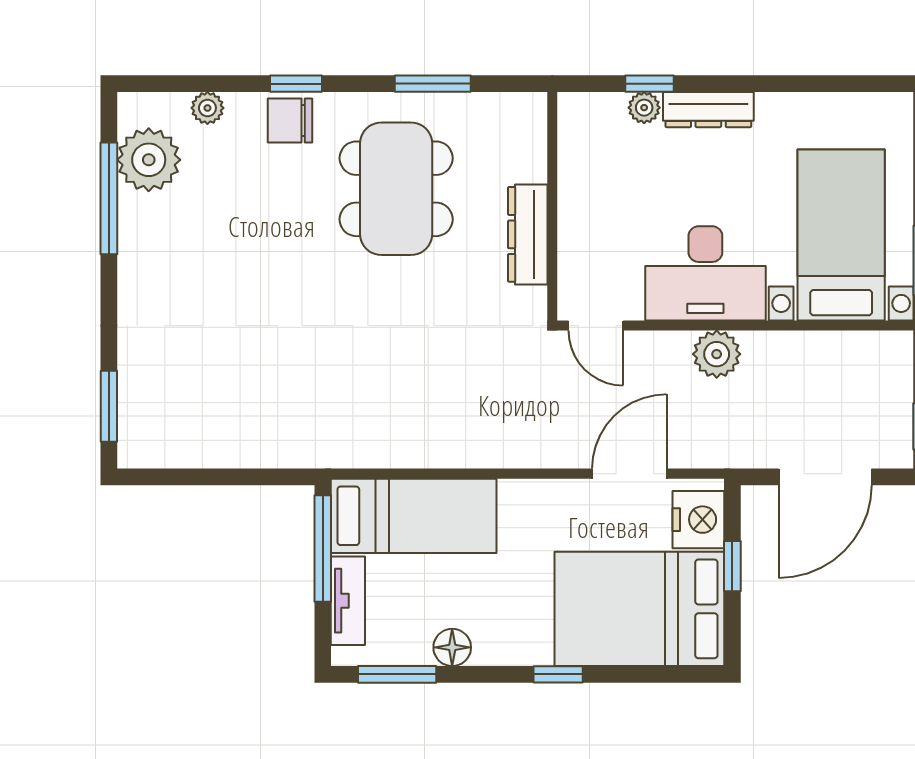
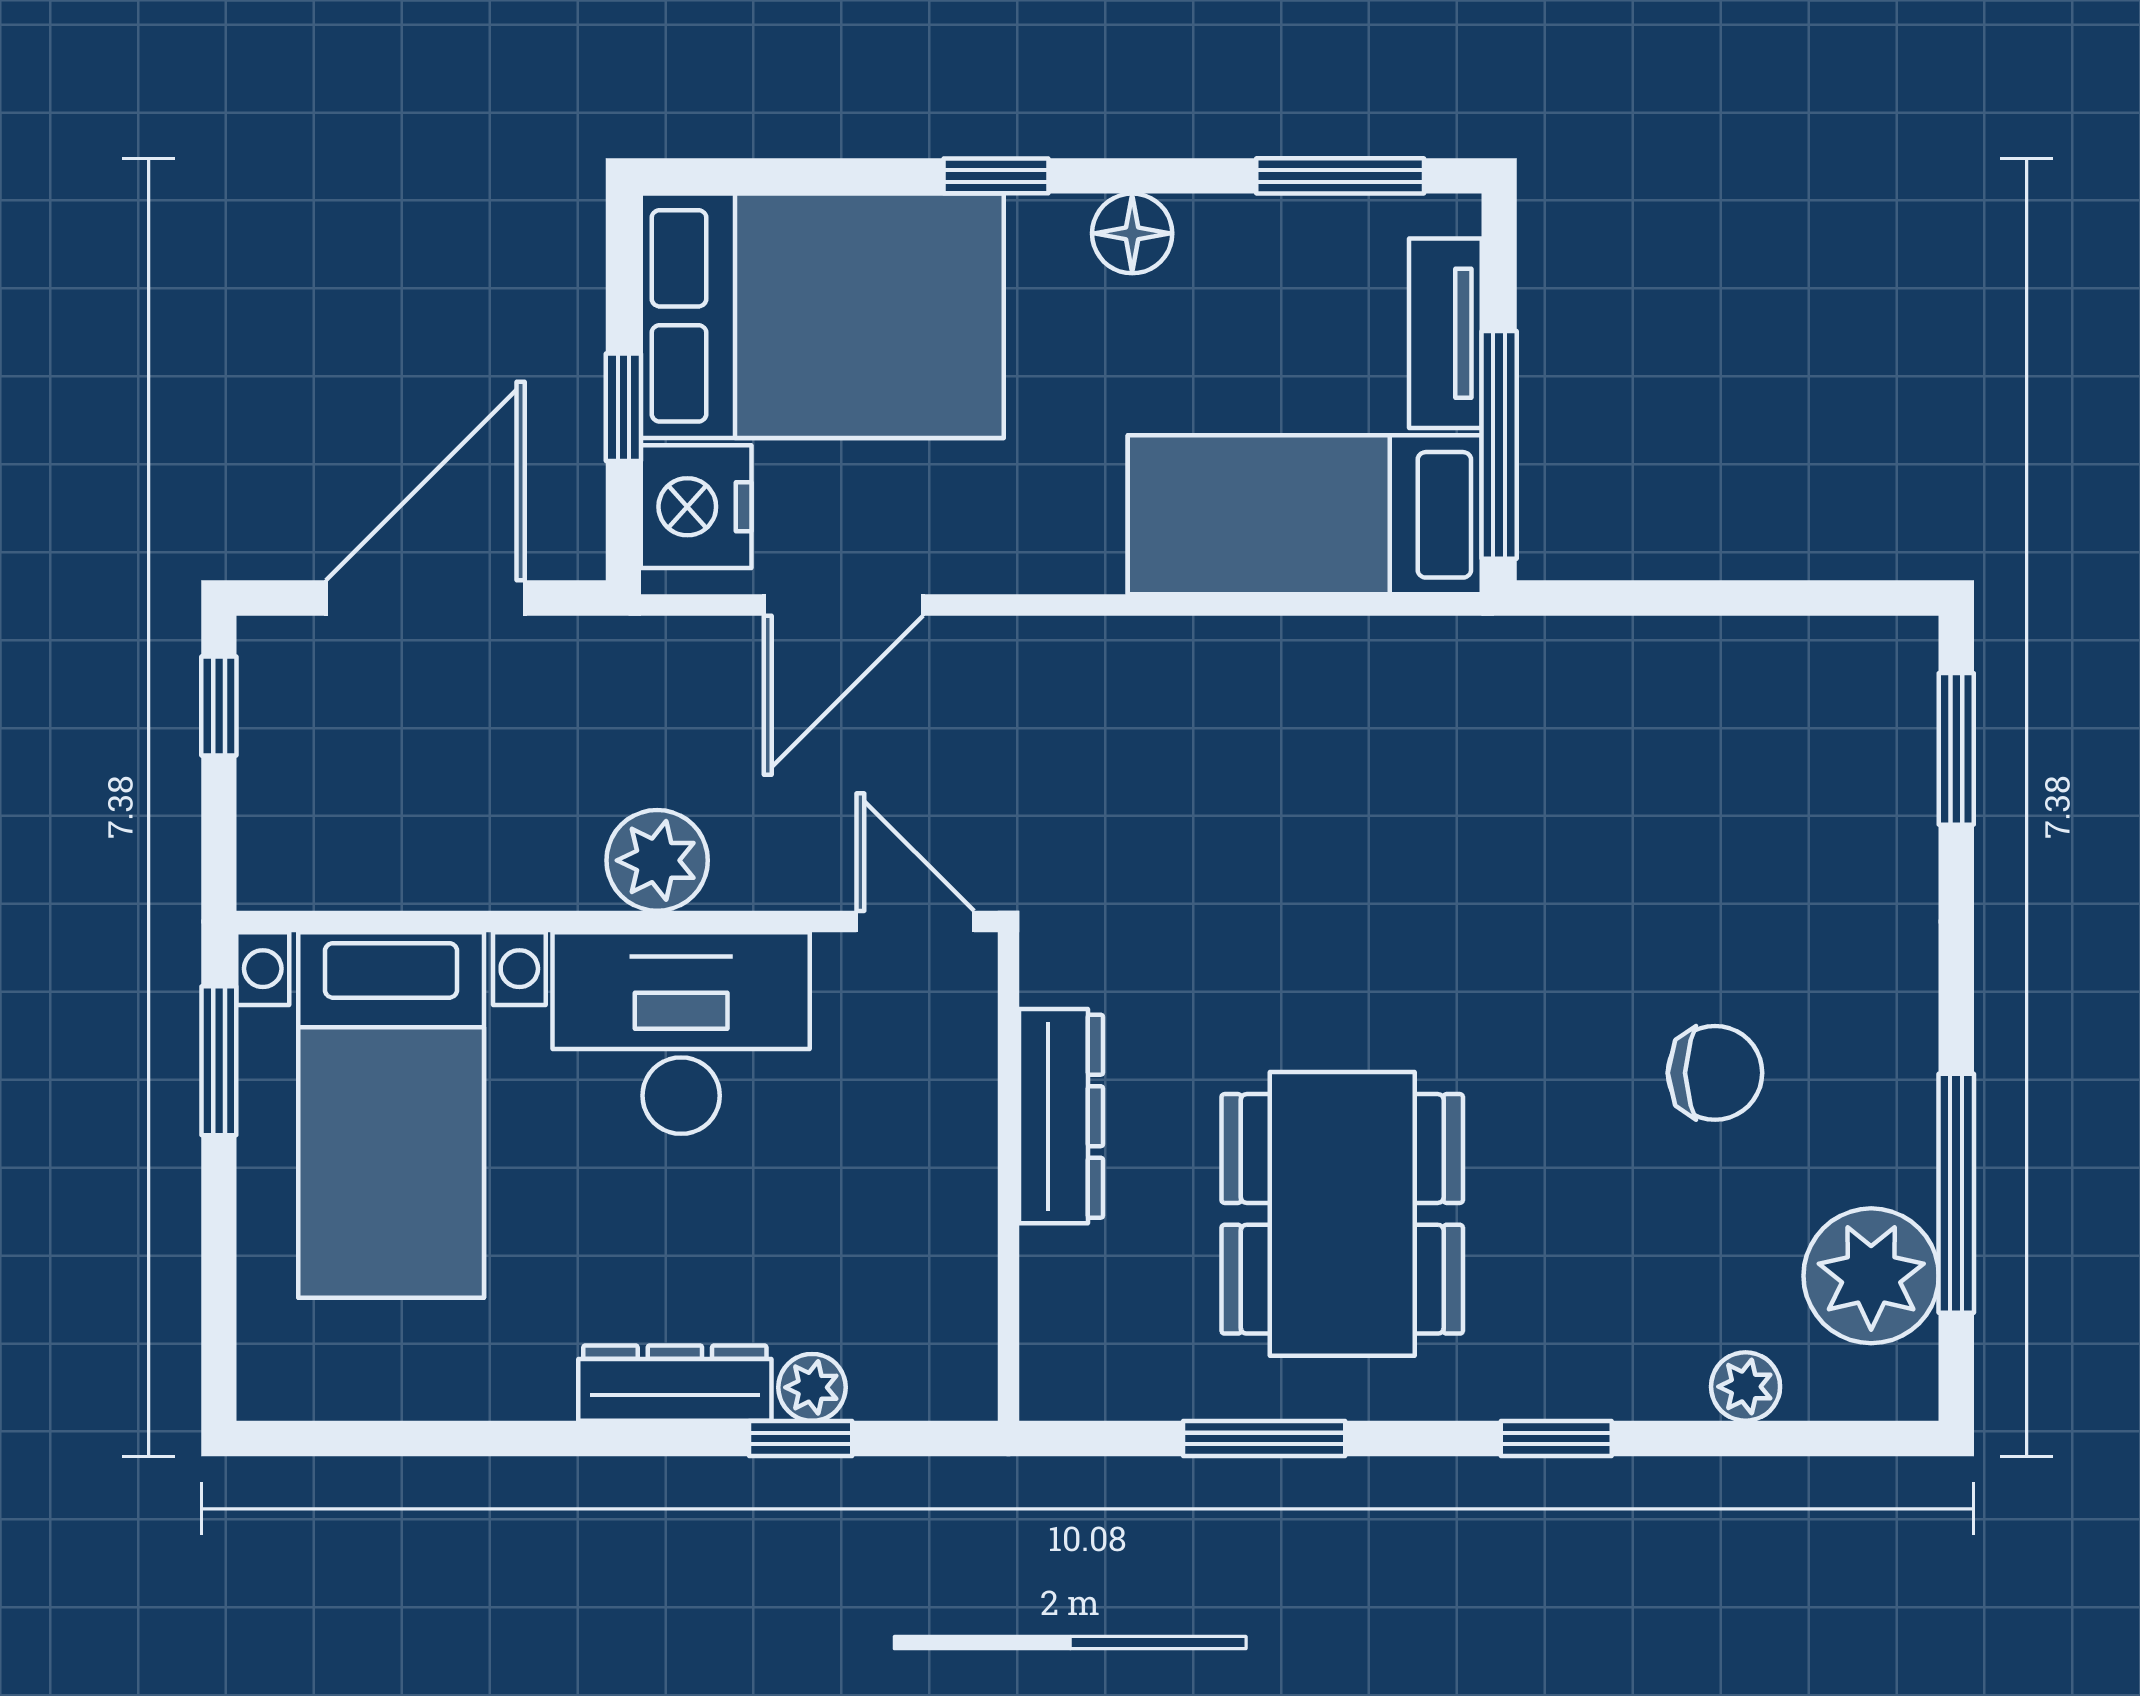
chair: (290, 120) -> (1715, 1073), moved
floor lamp: (452, 647) -> (1132, 233), moved

